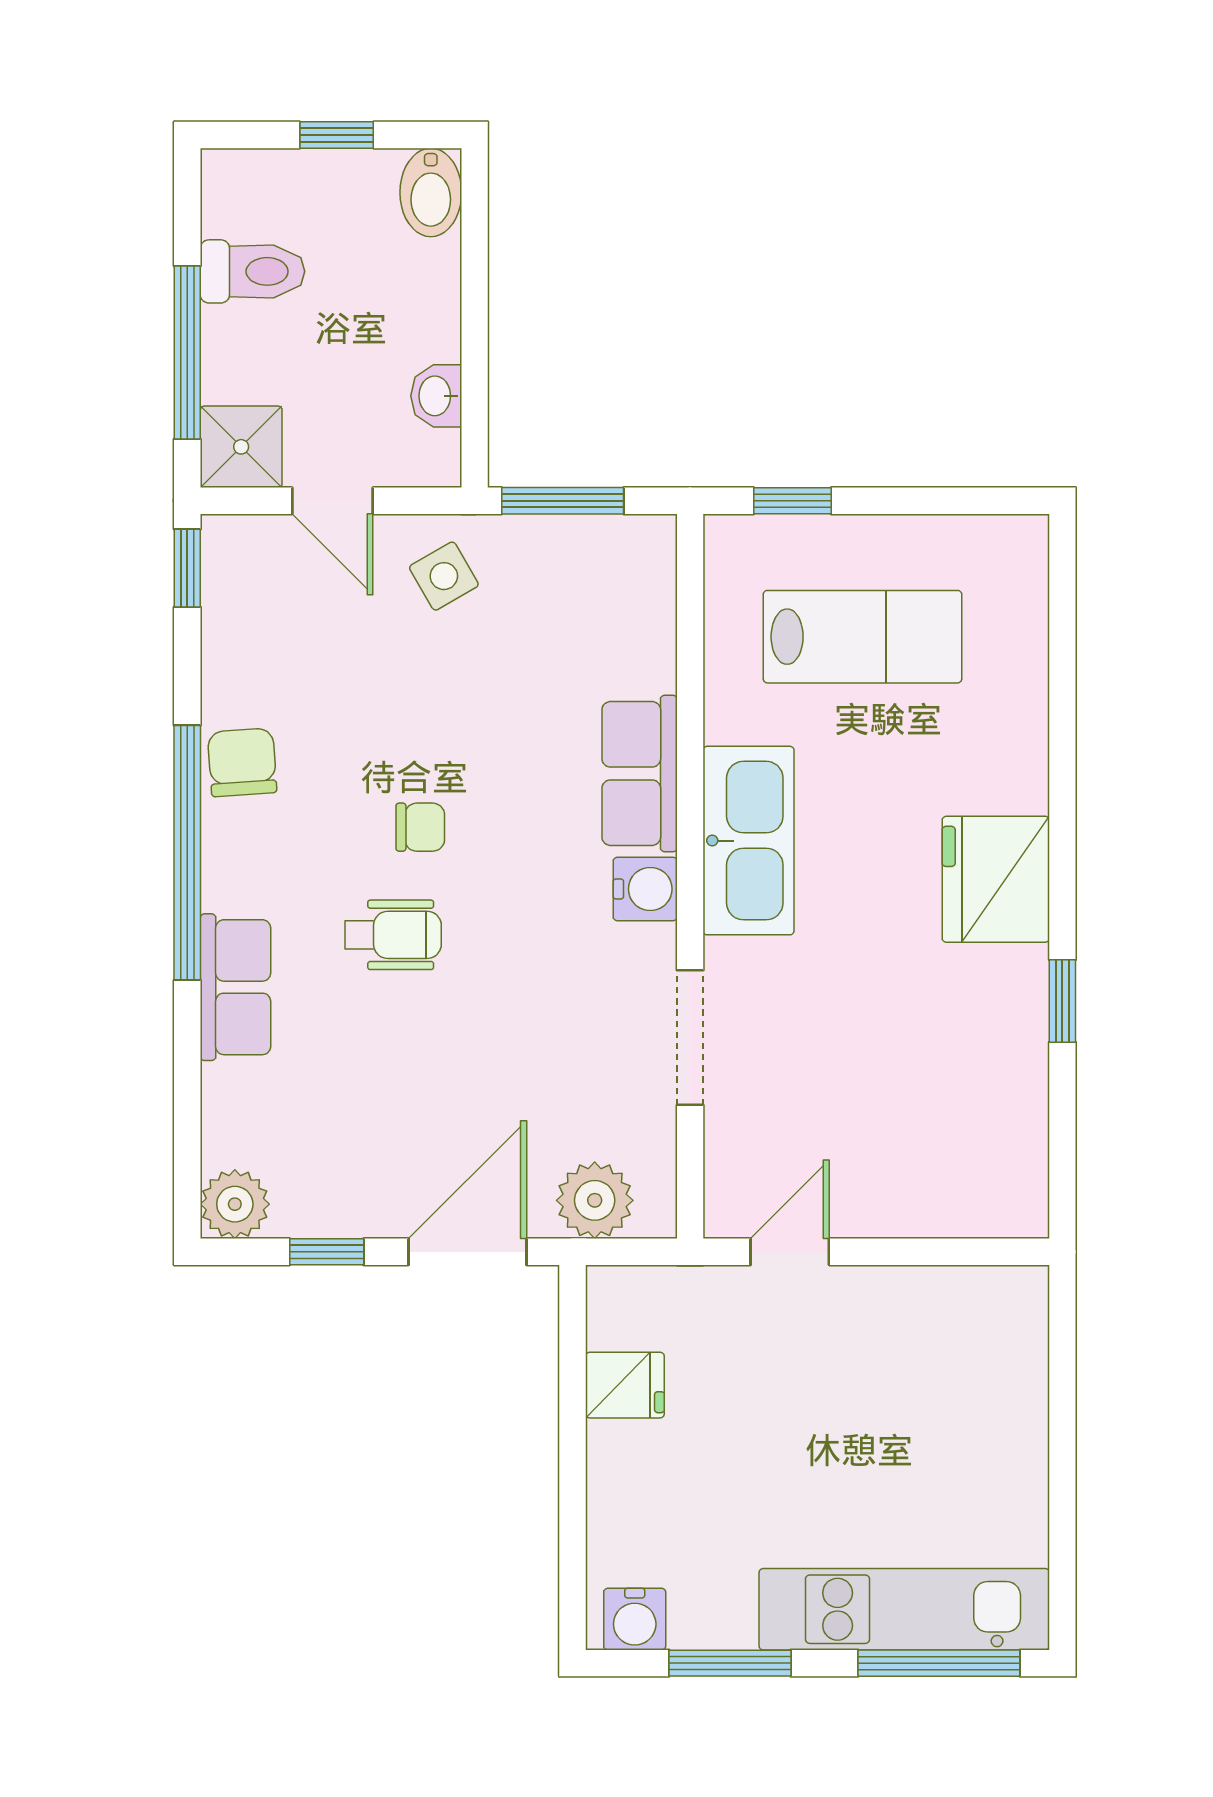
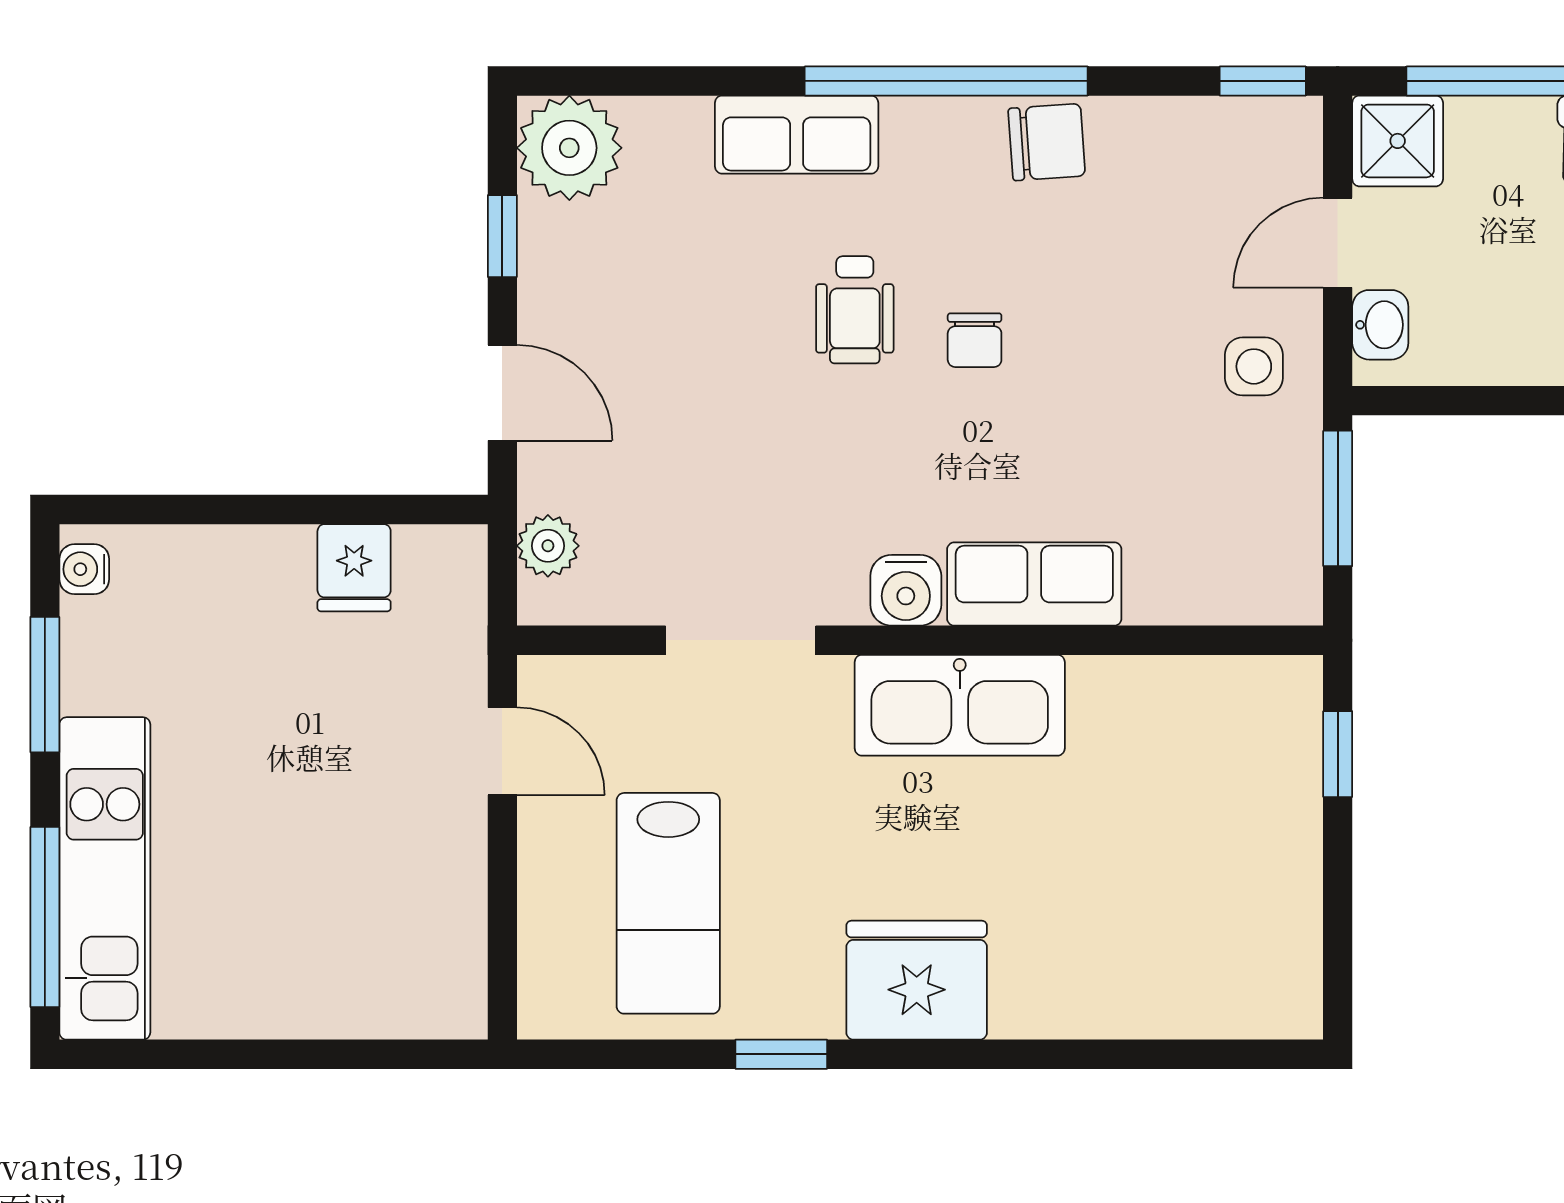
washbasin: (436, 396) -> (1380, 325), moved, turned 90
side table: (444, 576) -> (1254, 366), turned 30
lab bench: (862, 637) -> (668, 903), moved
plant: (595, 1200) -> (548, 546), width x0.73, depth x0.73
plant: (235, 1204) -> (569, 148), width x1.36, depth x1.36
door: (468, 1252) -> (502, 393), width x0.73
water cooler: (635, 1619) -> (84, 569), width x0.72, depth x0.72

